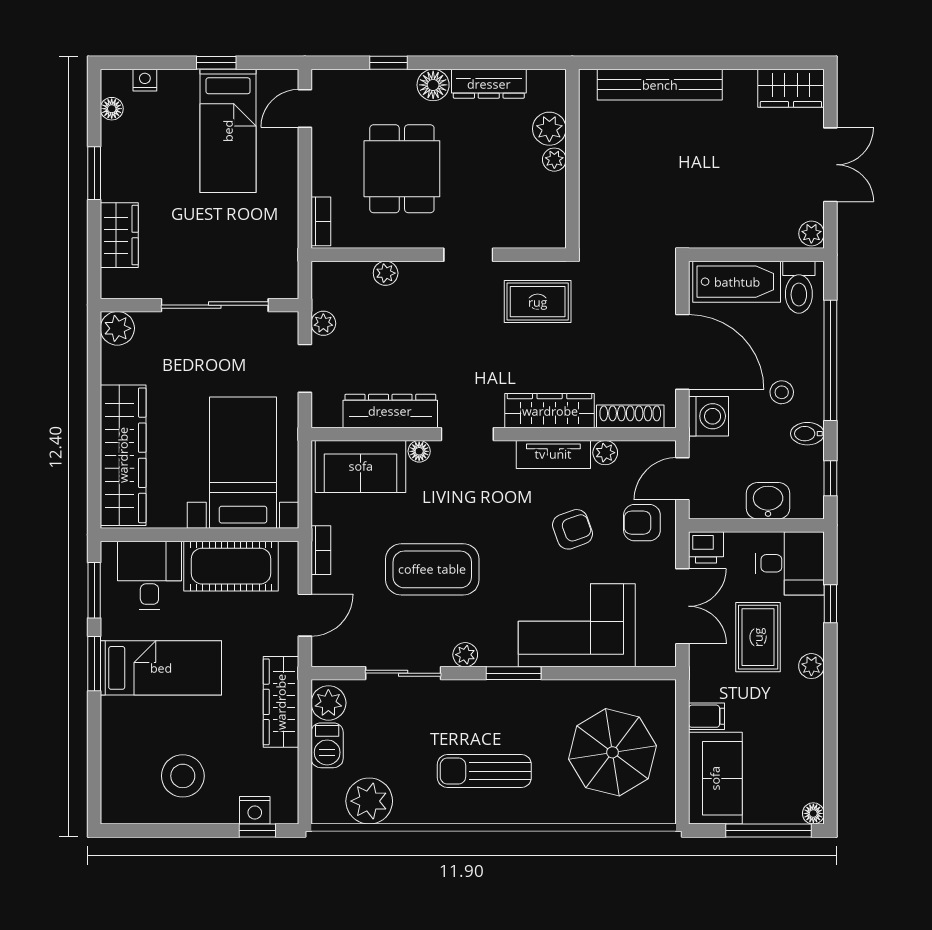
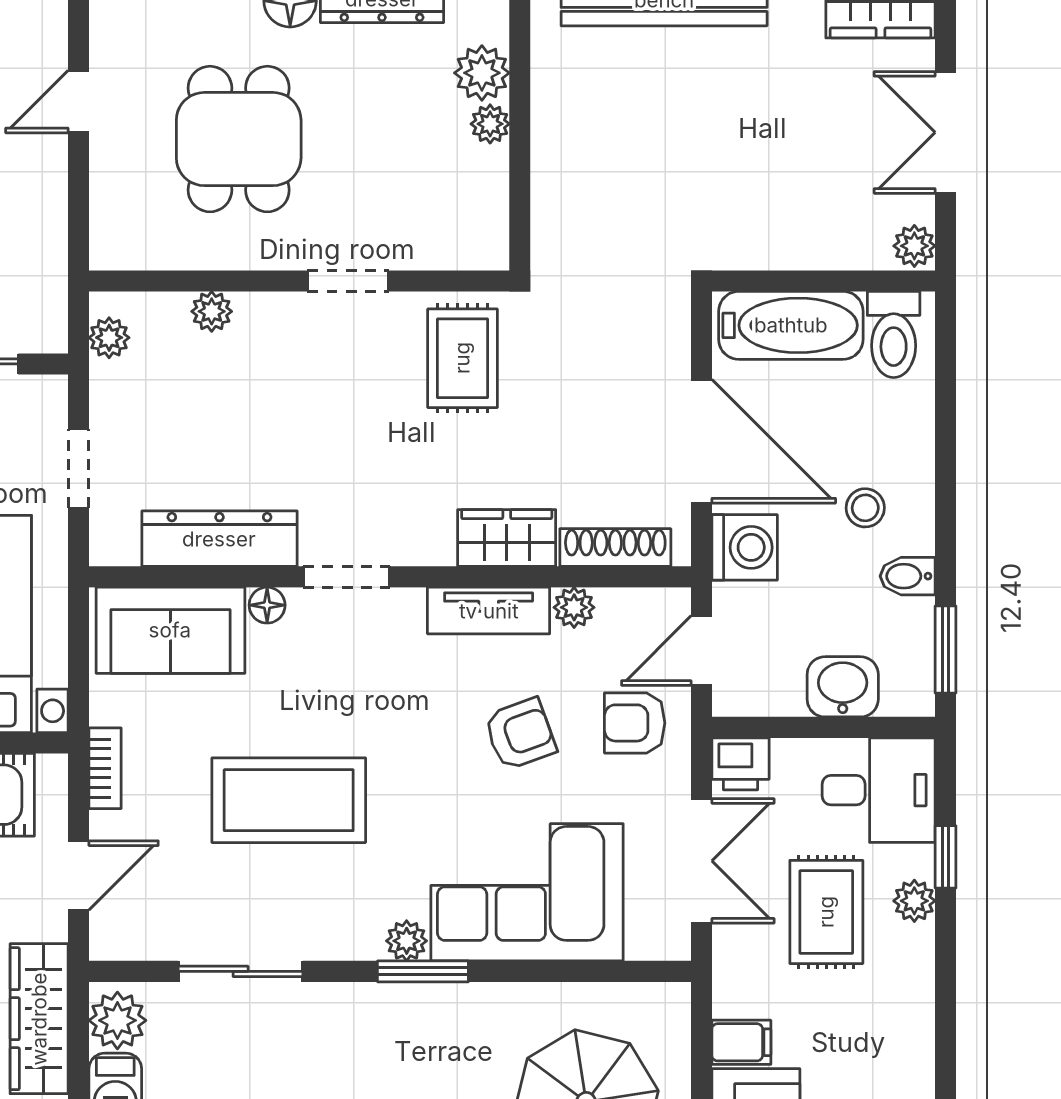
door: (305, 108) -> (79, 102), moved
double door: (830, 165) -> (946, 132), swing flipped
bookcase: (321, 221) -> (105, 226), removed
rug: (538, 302) -> (462, 358), turned 90
plant: (323, 323) -> (109, 338), moved
window: (830, 360) -> (946, 455), removed
wardrobe: (550, 411) -> (507, 538), width x0.67
window: (830, 478) -> (946, 650), width x1.50
plant: (465, 655) -> (407, 941), moved
plant: (811, 666) -> (914, 901), moved

